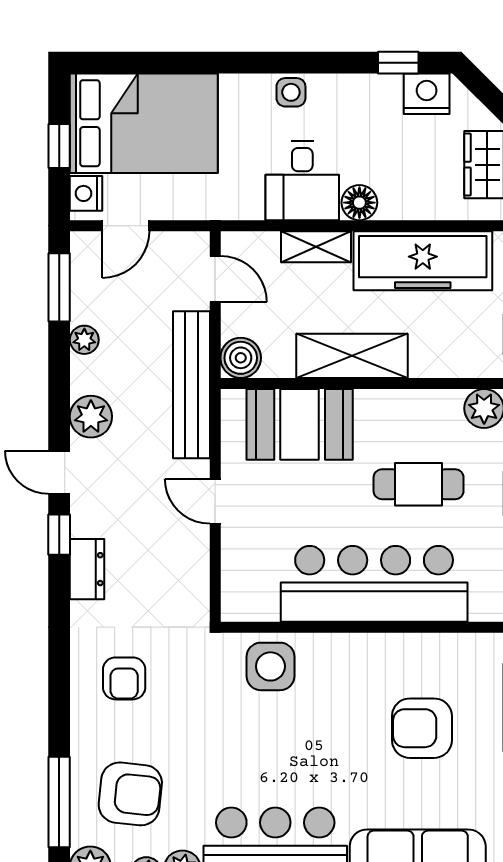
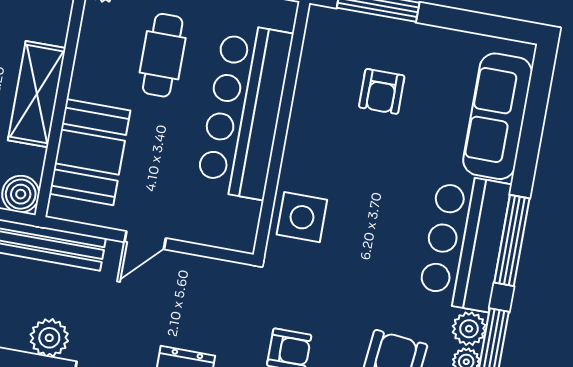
armchair: (422, 728) -> (382, 91), width x0.72, depth x0.72

